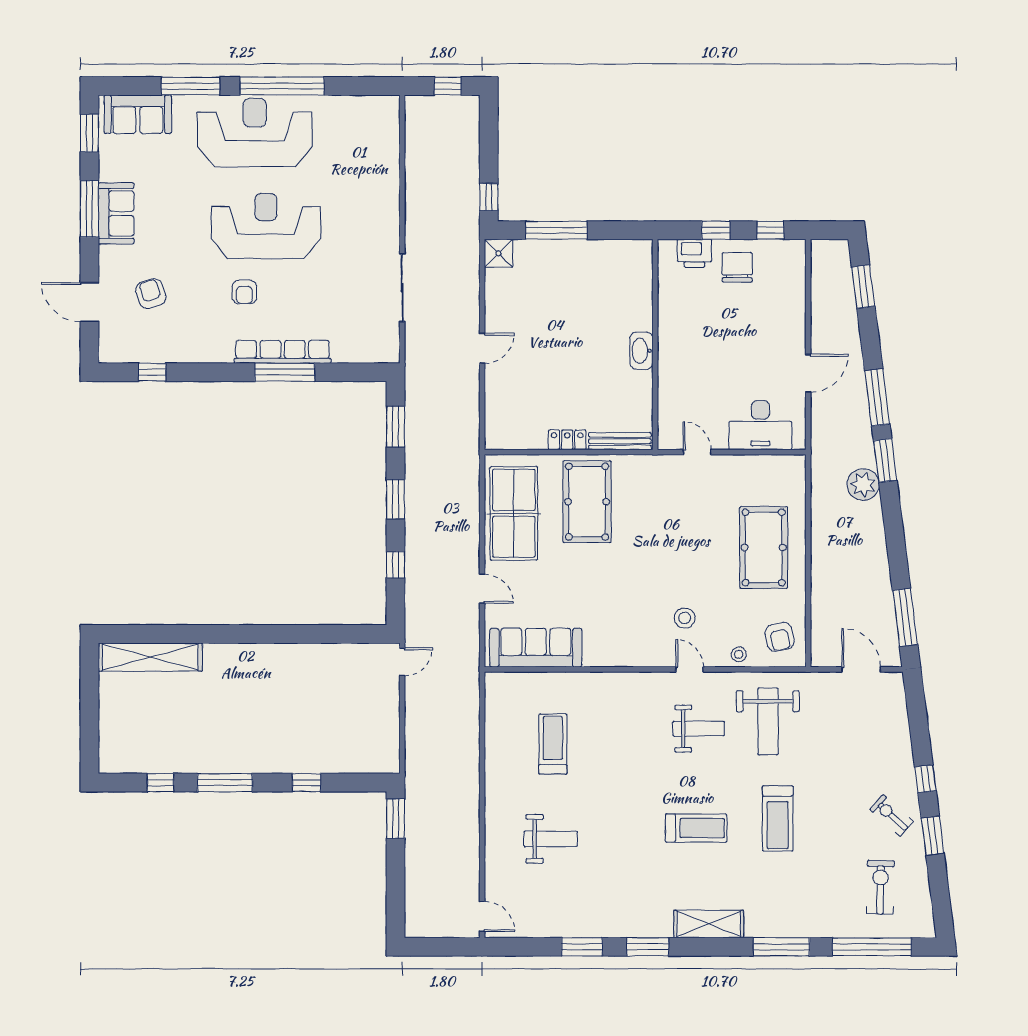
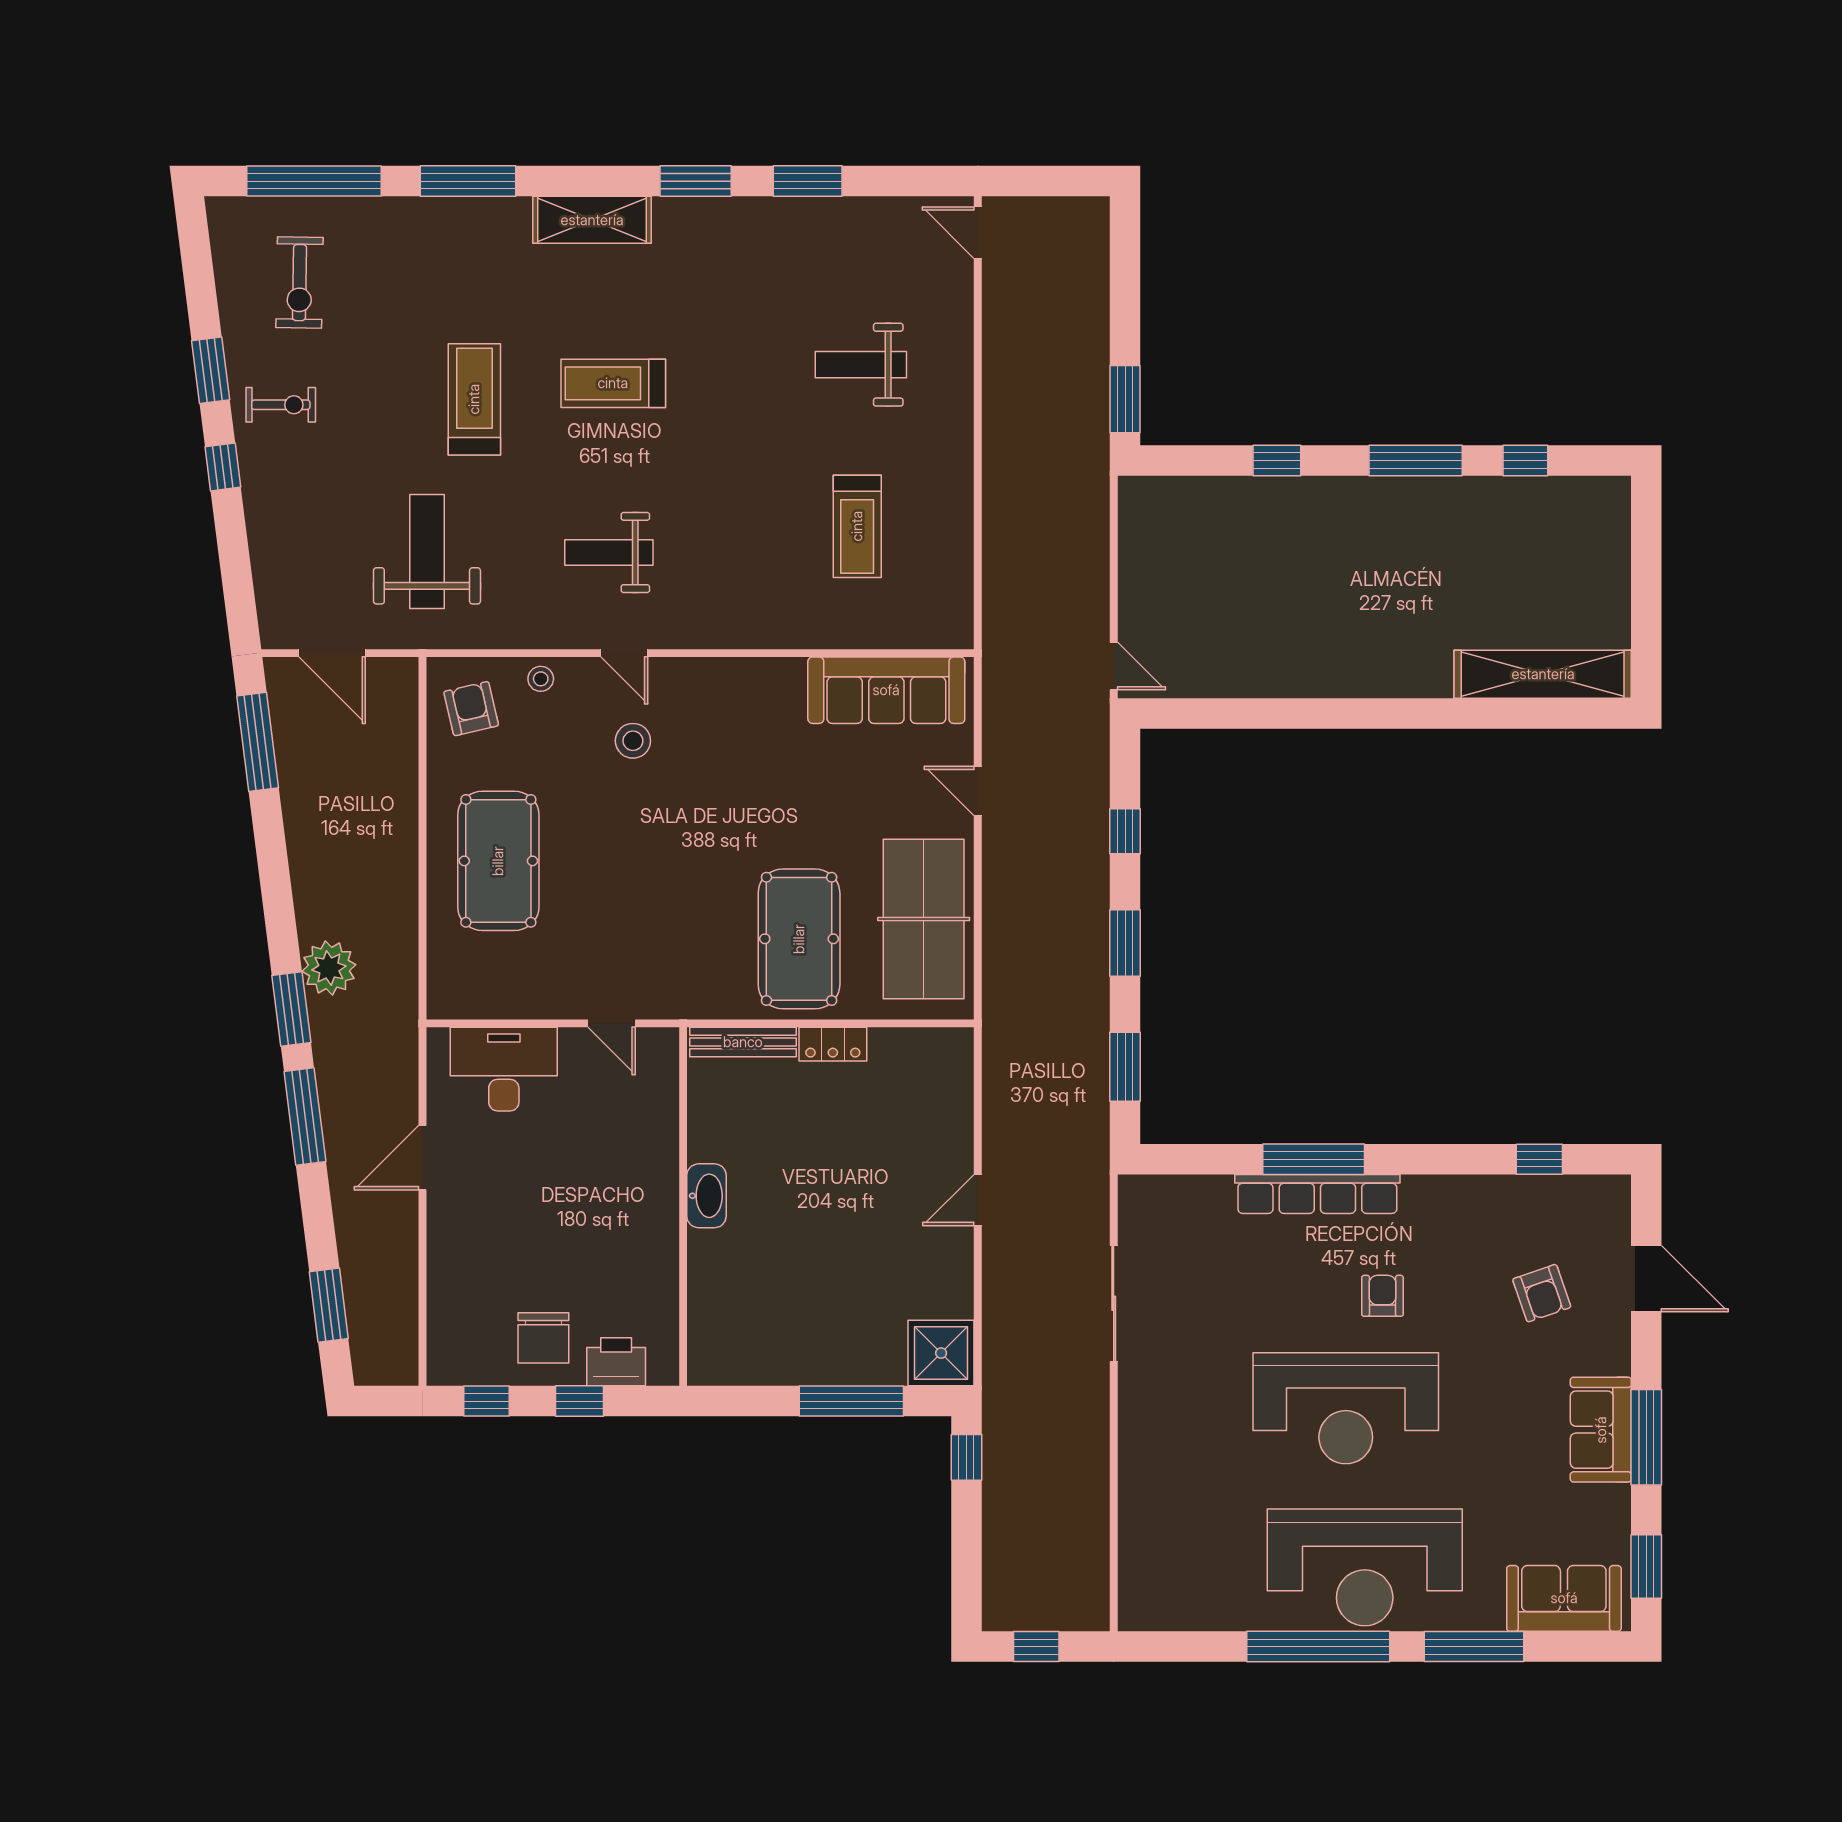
shower: (498, 253) -> (941, 1353), width x1.36, depth x1.36
door: (402, 662) -> (1114, 666), swing flipped
weight bench: (768, 721) -> (427, 552), moved
exercise bike: (891, 815) -> (281, 405), turned -42

